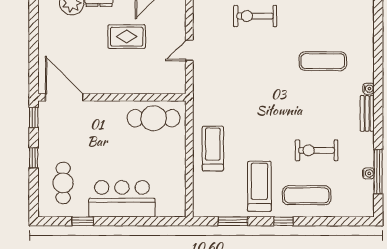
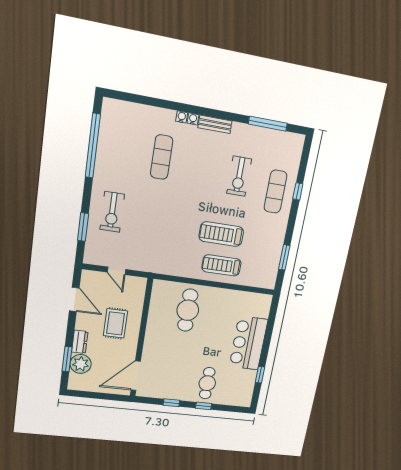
door: (189, 50) -> (117, 271), moved
door: (64, 97) -> (136, 376), moved
wall: (112, 97) -> (141, 339), moved
water cooler: (368, 173) -> (182, 117), moved
cafe table: (63, 183) -> (207, 383), moved, turned 90
treadmill: (259, 186) -> (221, 234), moved
window: (284, 221) -> (298, 191), moved

